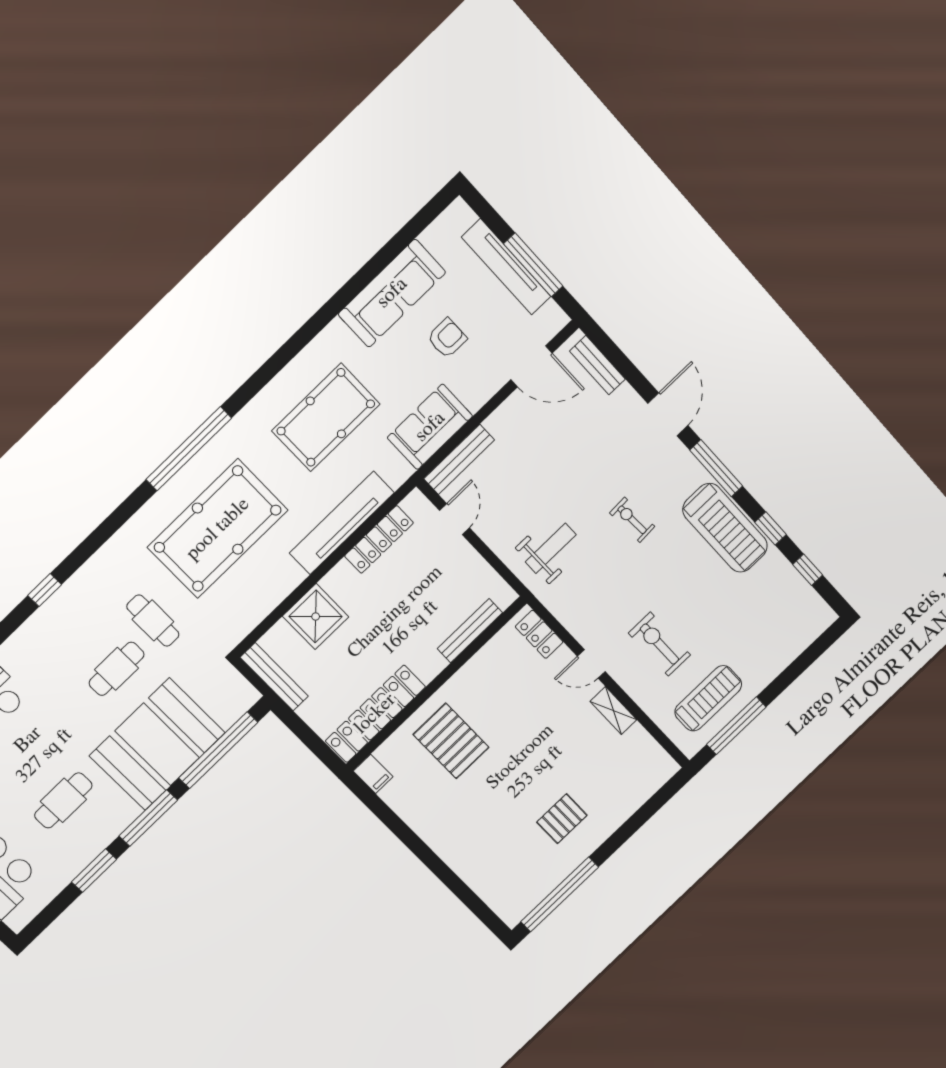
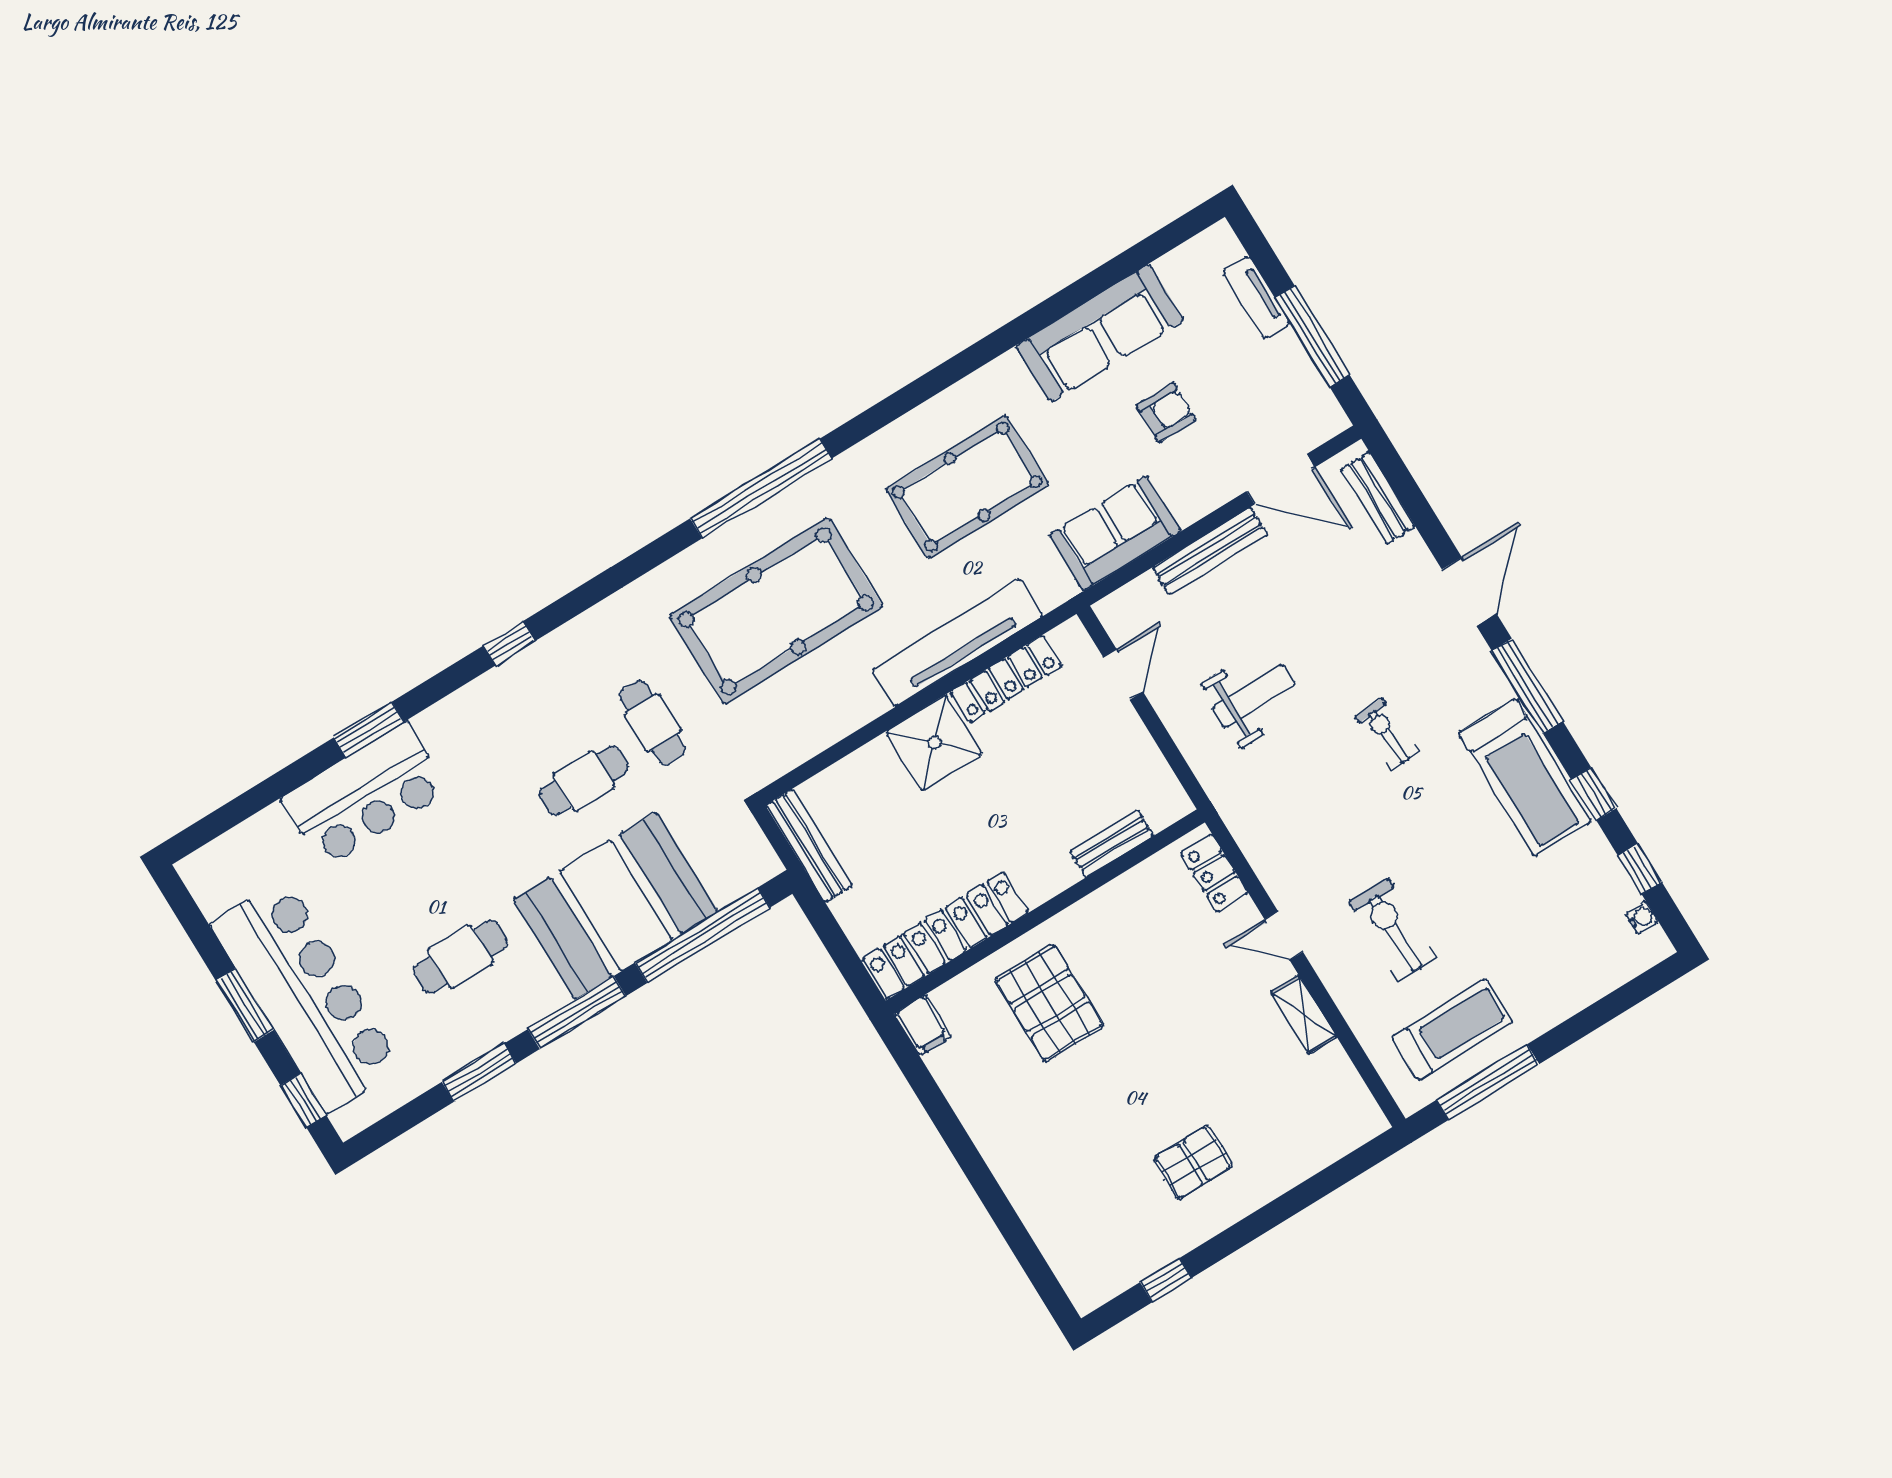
tv unit: (506, 267) -> (1257, 297), width x0.52, depth x0.78
bench: (459, 459) -> (1210, 551), moved
weight bench: (551, 548) -> (1254, 696), moved
water cooler: (814, 600) -> (1642, 918), added
shower: (316, 617) -> (934, 743), moved
bench: (470, 631) -> (1112, 844), width x0.73
window: (560, 894) -> (1166, 1280), width x0.32

